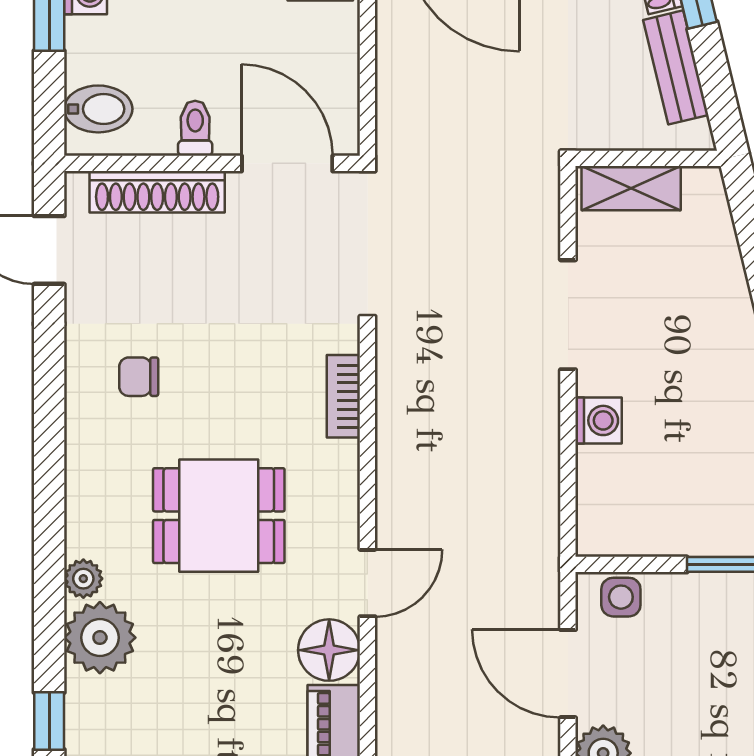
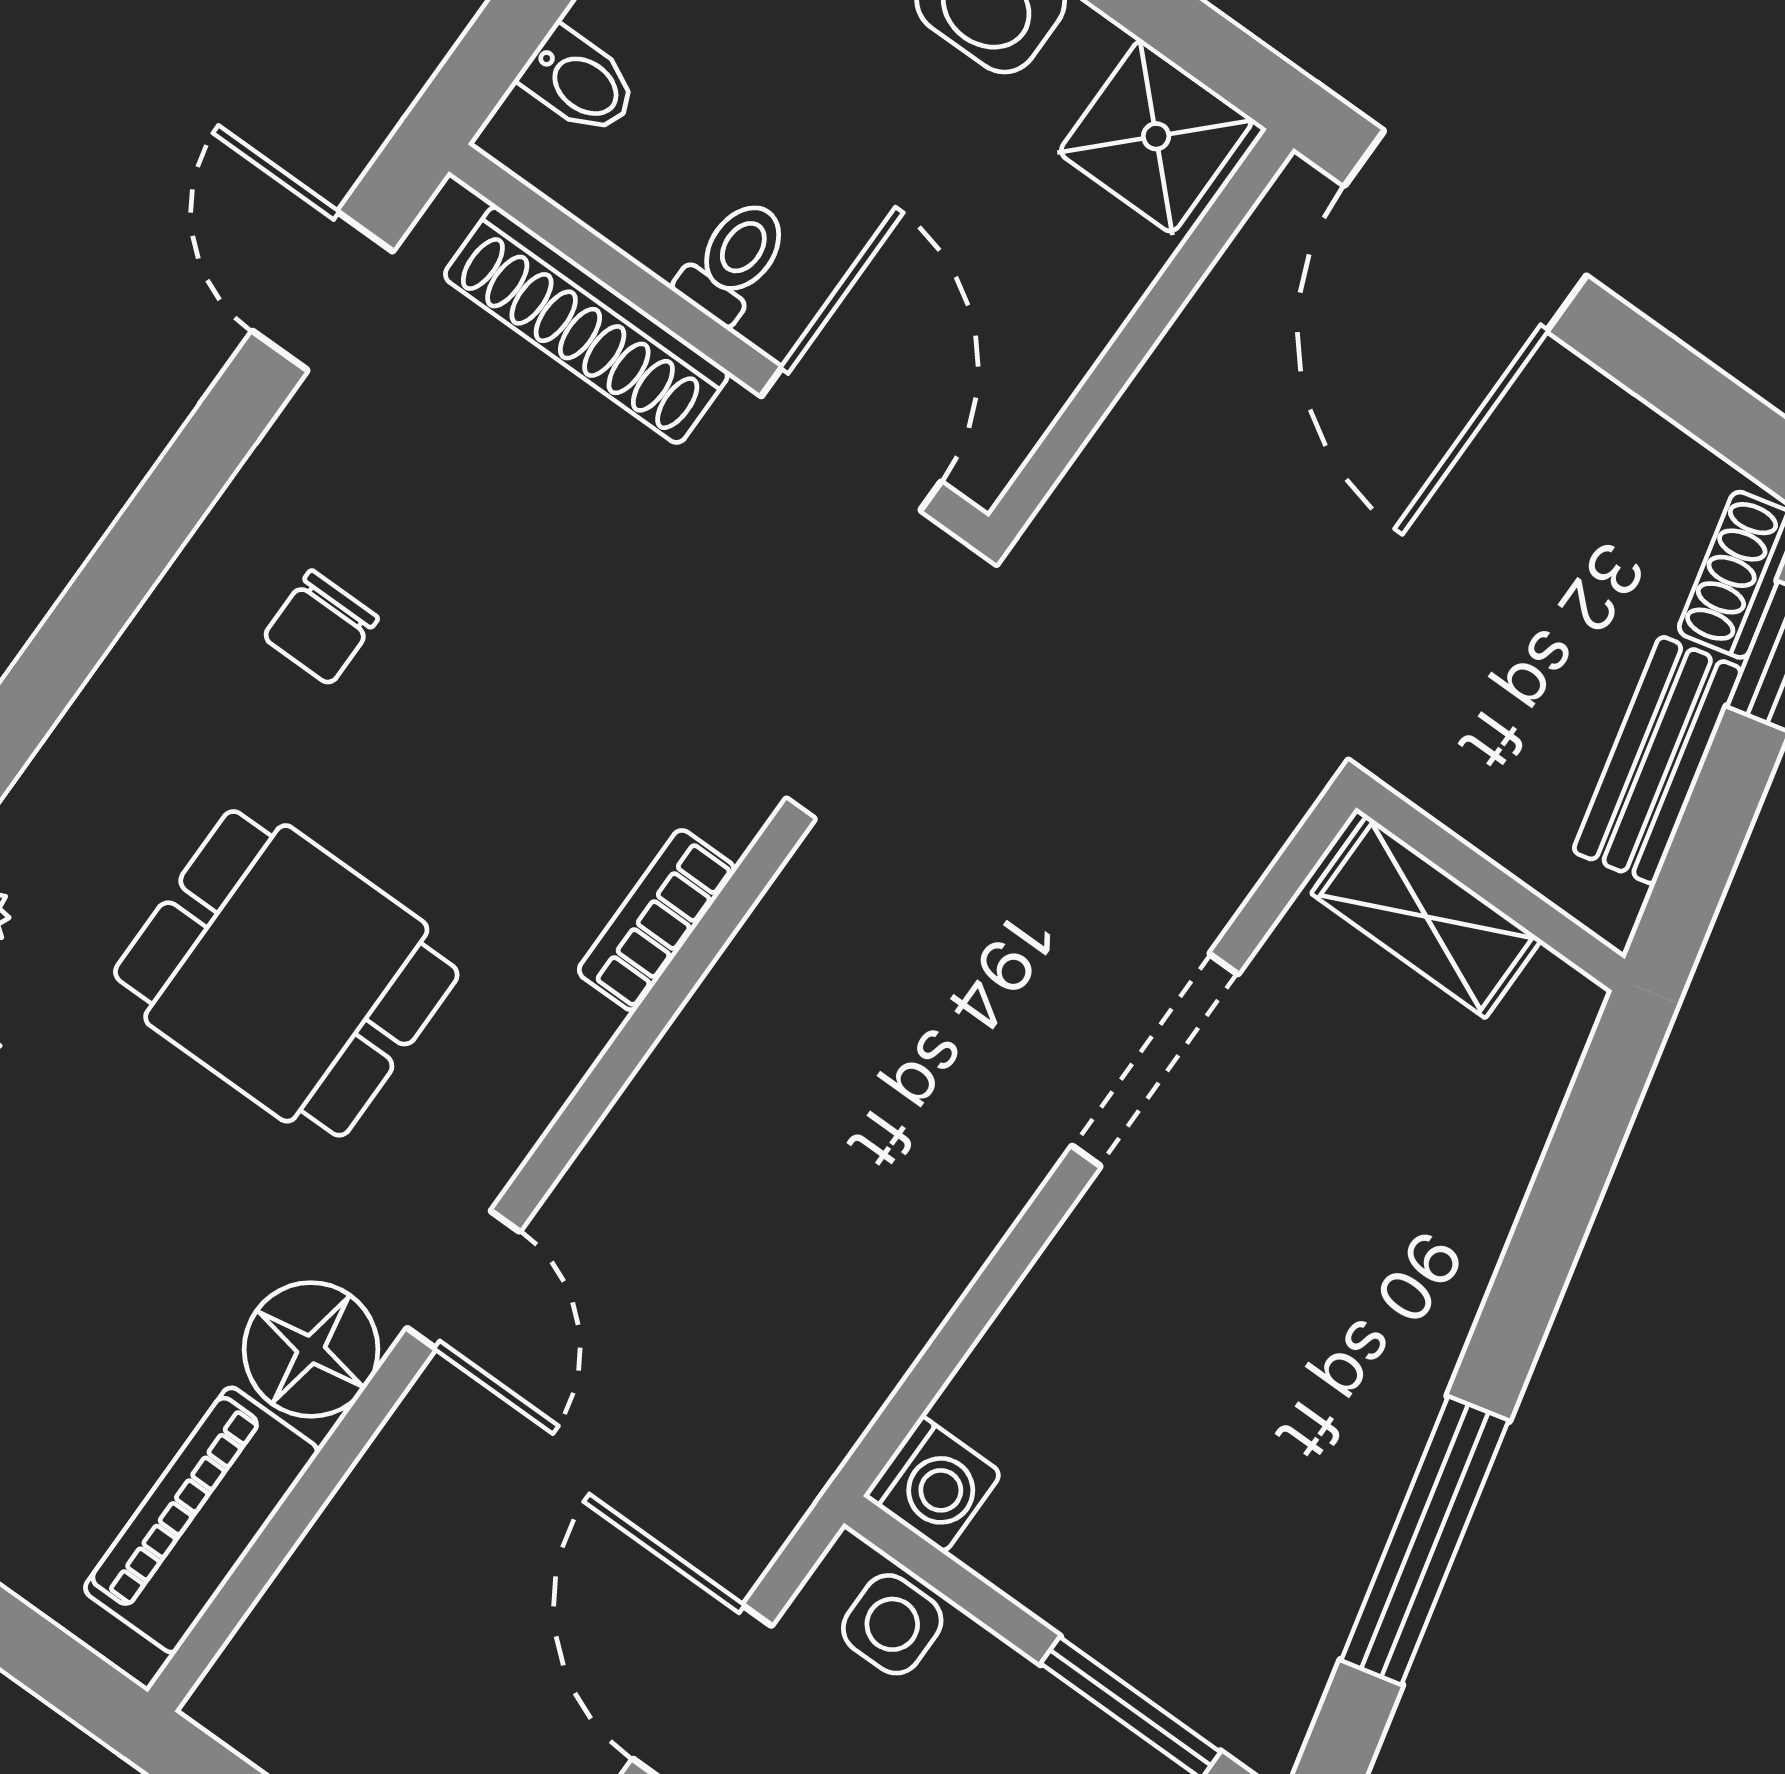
bidet: (98, 109) -> (579, 82), width x0.72, depth x0.74
chair: (139, 377) -> (321, 628), turned -90
washing machine: (599, 420) -> (933, 1485), moved
door: (367, 583) -> (463, 1280), hinge flipped

